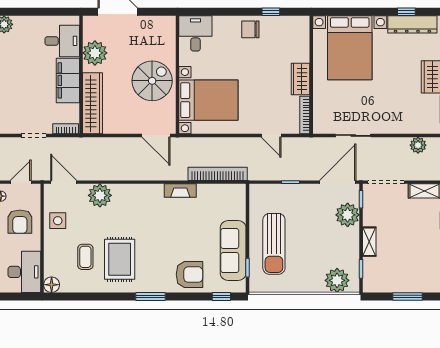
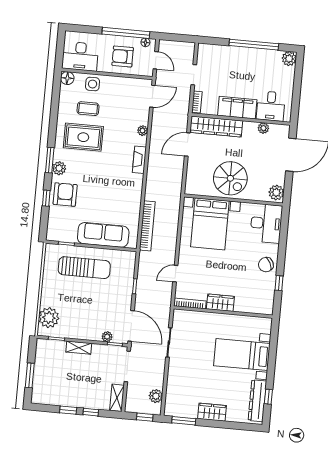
plant: (164, 25) -> (276, 193), added
chair: (250, 29) -> (266, 265), turned -117
desk: (195, 33) -> (266, 223), width x1.37
bed with nightstands: (350, 48) -> (242, 355), width x0.73
plant: (95, 53) -> (263, 128), width x0.53, depth x0.53
door: (156, 135) -> (187, 144), moved
fireplace: (180, 191) -> (139, 160), moved
plant: (100, 195) -> (143, 131), width x0.53, depth x0.53
plant: (348, 215) -> (107, 337), width x0.53, depth x0.53
side table: (58, 221) -> (93, 84), moved
sun lounger: (274, 244) -> (84, 268), turned 180
sofa: (233, 251) -> (103, 235), moved
armchair: (190, 275) -> (65, 195), turned 180
plant: (159, 284) -> (59, 168), added
window: (221, 296) -> (46, 198), moved

